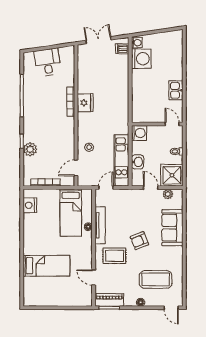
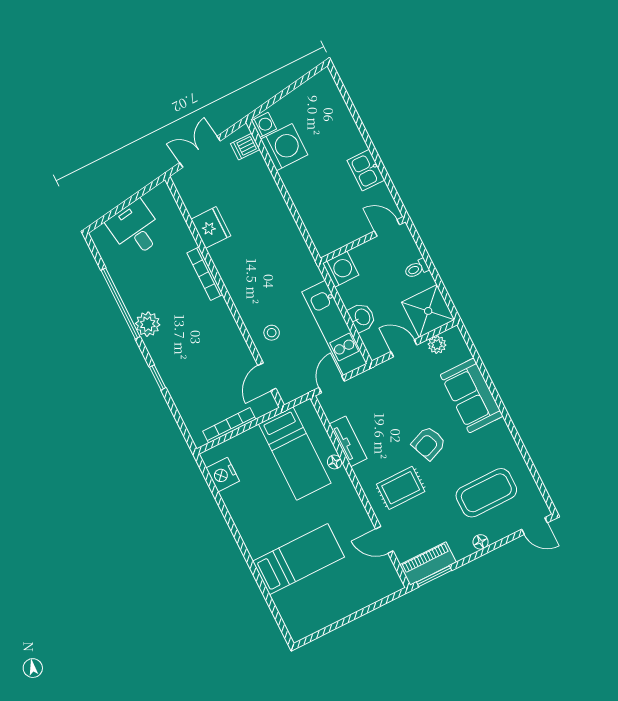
fridge: (85, 103) -> (211, 227), moved
plant: (30, 149) -> (148, 324), moved
tv unit: (100, 225) -> (348, 441), width x0.71

